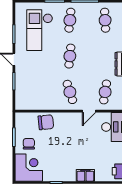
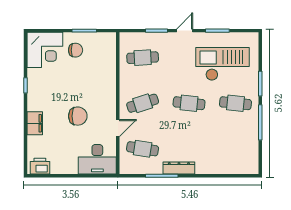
cafe table: (105, 20) -> (143, 58), moved
door: (89, 111) -> (118, 128), swing flipped
chair: (46, 122) -> (78, 116), moved, turned -84

